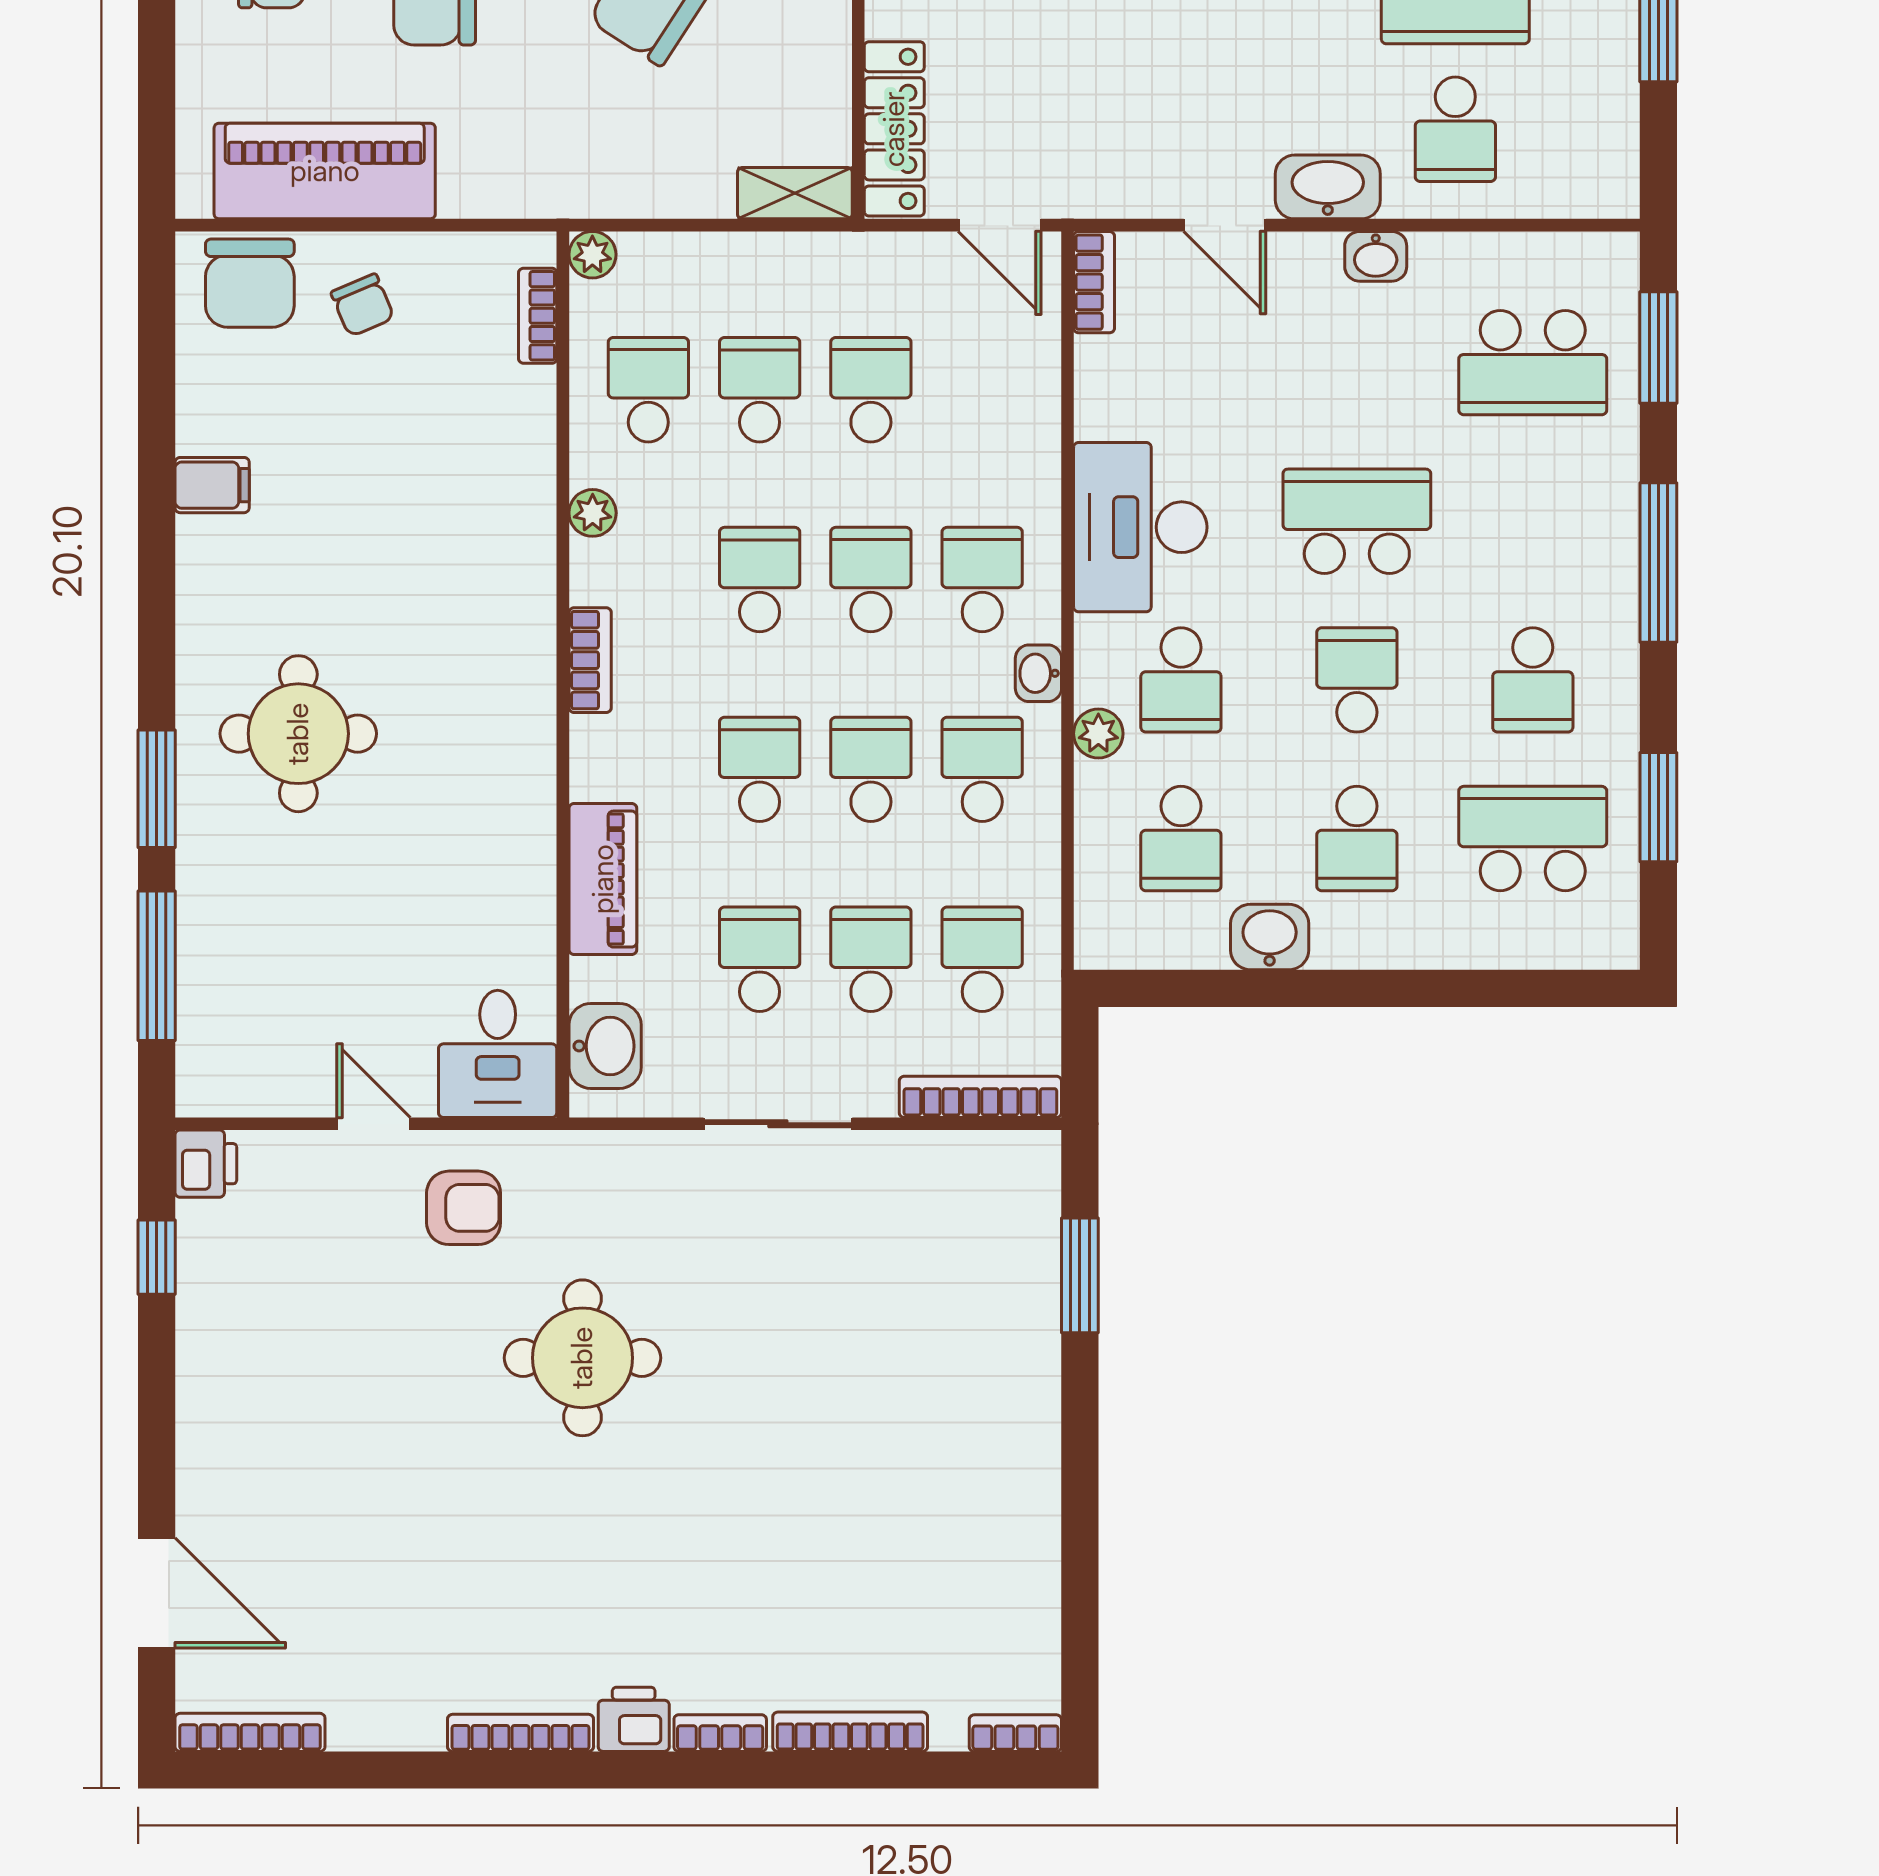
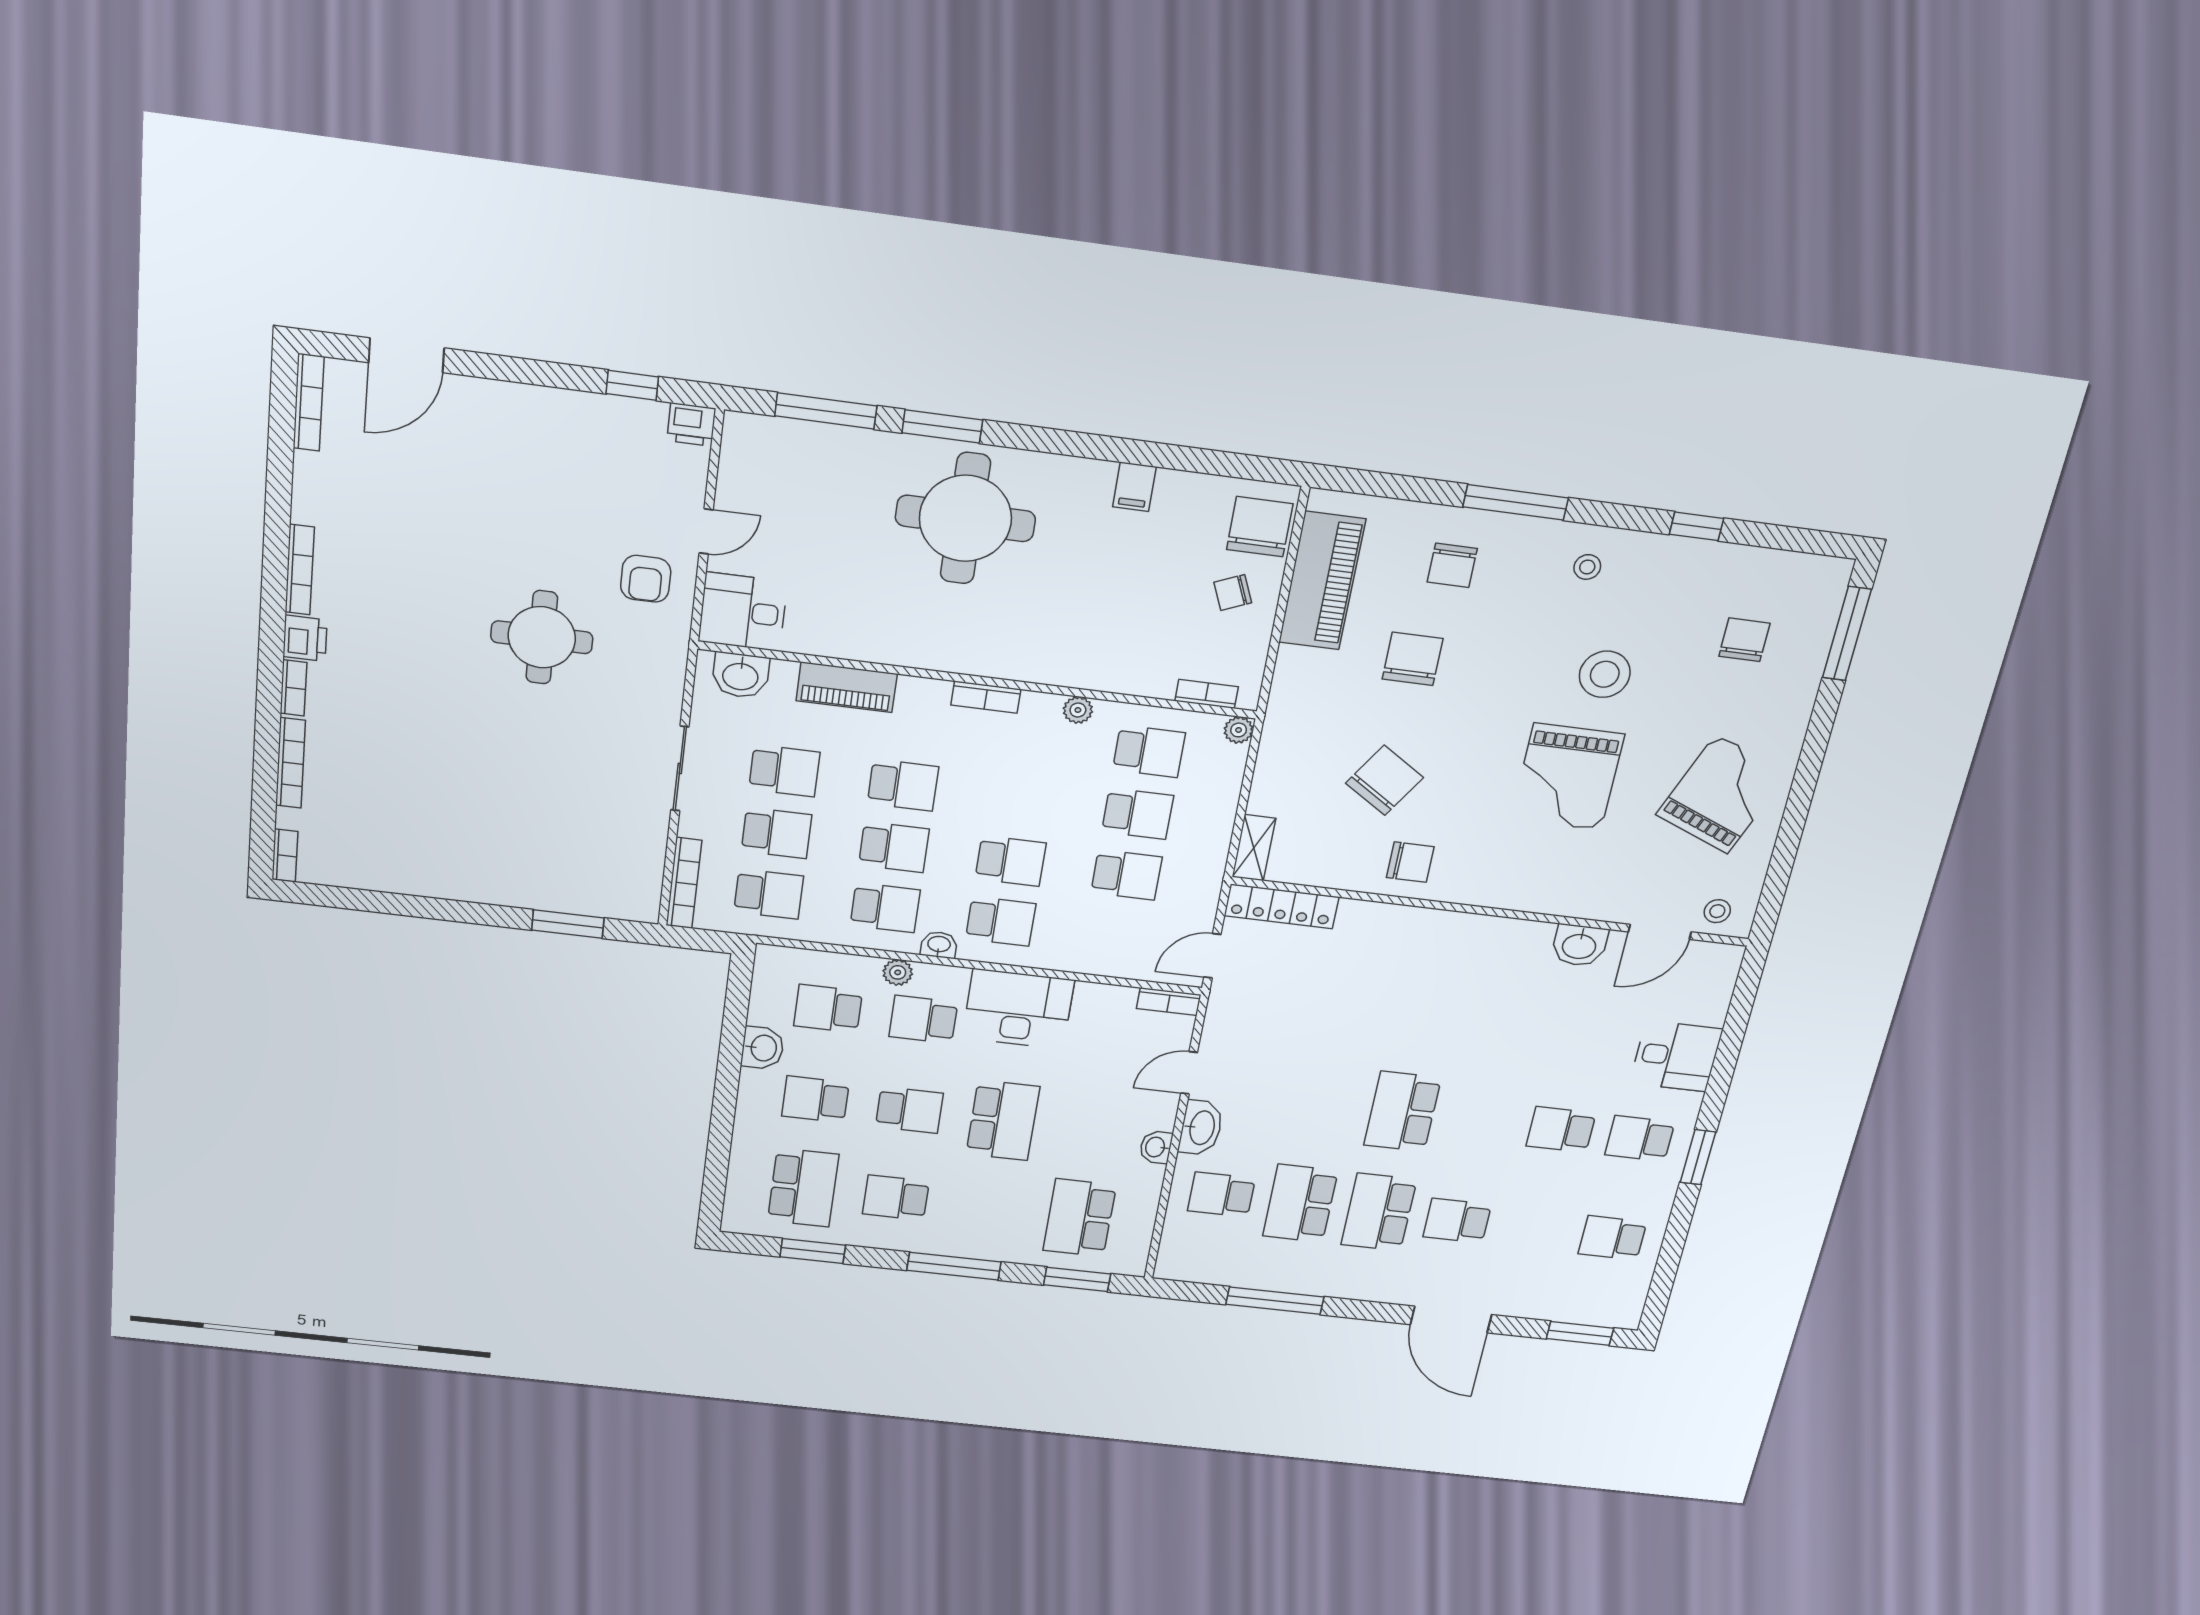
chair: (250, 283) -> (1260, 527), turned 90
school desk: (760, 580) -> (1021, 799), removed
round table: (298, 734) -> (965, 518), width x1.36, depth x1.36

